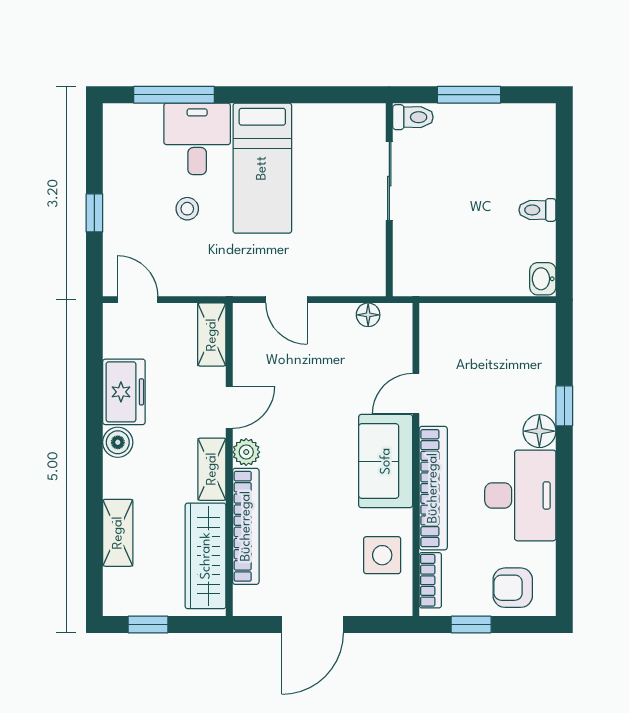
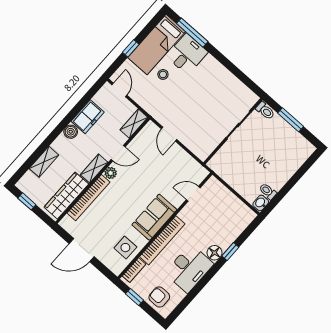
bed: (262, 168) -> (157, 45), moved
toilet: (537, 210) -> (268, 191), moved
floor lamp: (368, 315) -> (192, 163), removed
door: (416, 394) -> (193, 194), moved

